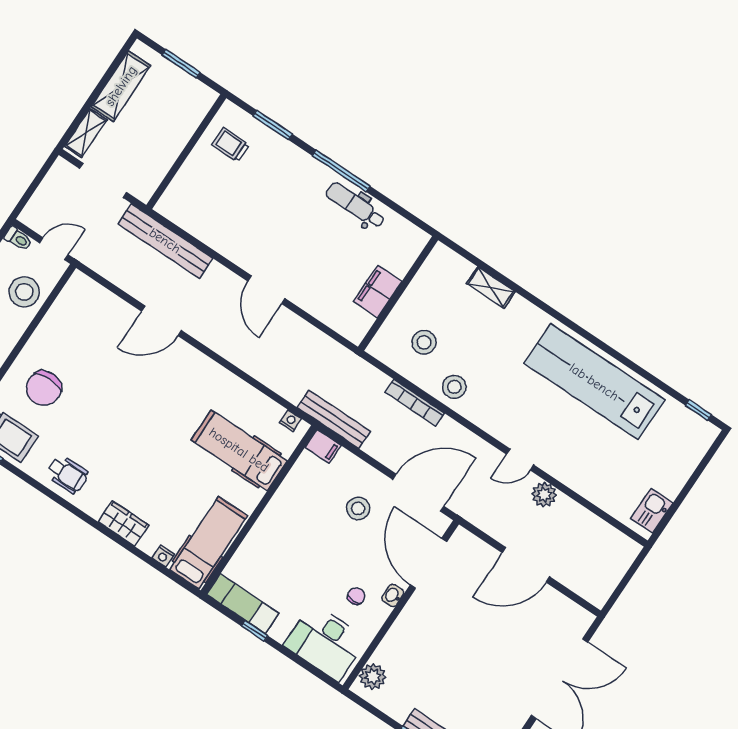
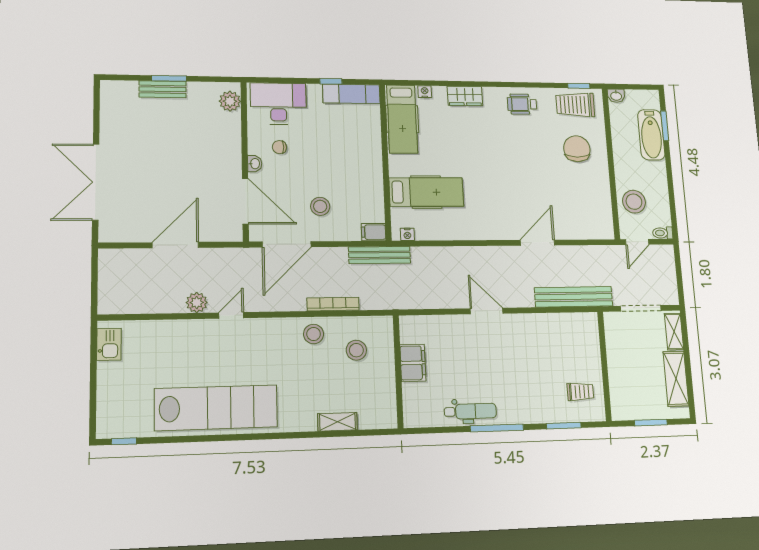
chair: (356, 596) -> (279, 147), turned 90

